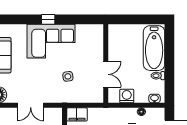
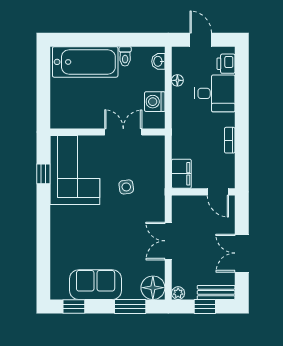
window: (48, 19) -> (43, 174), moved
corner sofa: (51, 41) -> (75, 170), moved
double door: (31, 105) -> (168, 241), swing flipped

